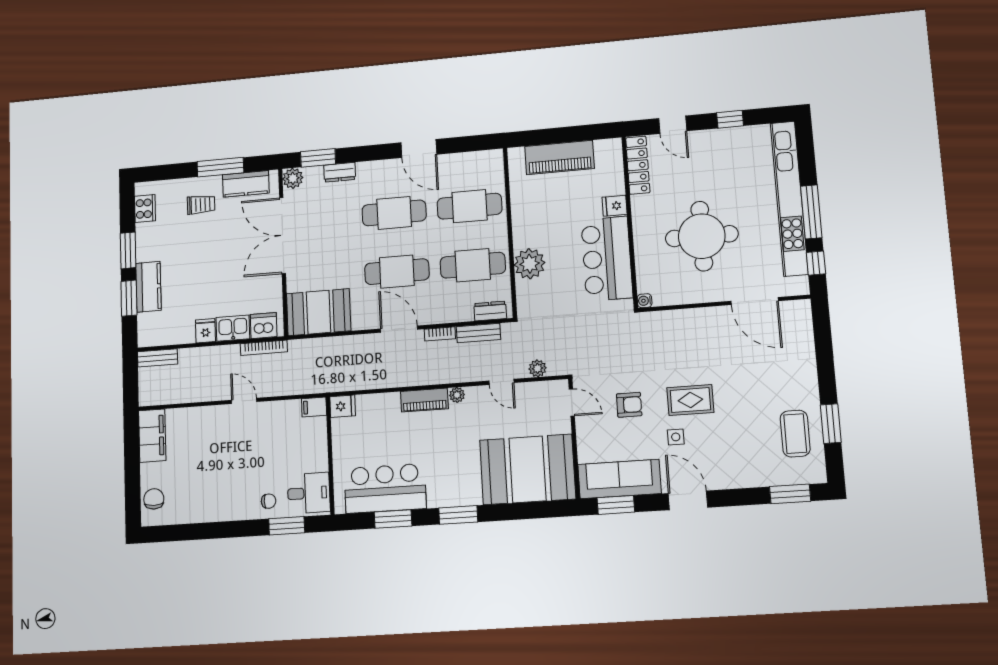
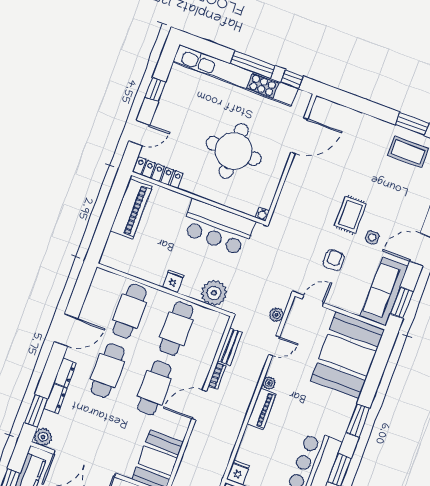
piano: (560, 157) -> (131, 209), moved
fridge: (615, 206) -> (173, 281), moved, turned 180
plant: (530, 264) -> (214, 293), moved
dresser: (490, 311) -> (65, 373), moved, turned 180

